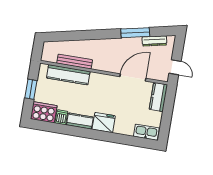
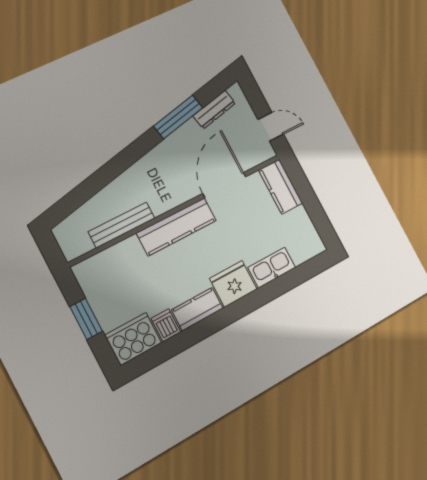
kitchen counter: (68, 75) -> (176, 227), moved
kitchen sink: (146, 132) -> (272, 268), moved

